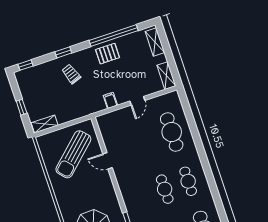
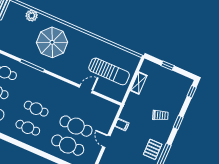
shelving: (45, 124) -> (139, 83), moved
cafe table: (148, 140) -> (76, 126), added
sun lounger: (73, 154) -> (109, 71), turned 133

